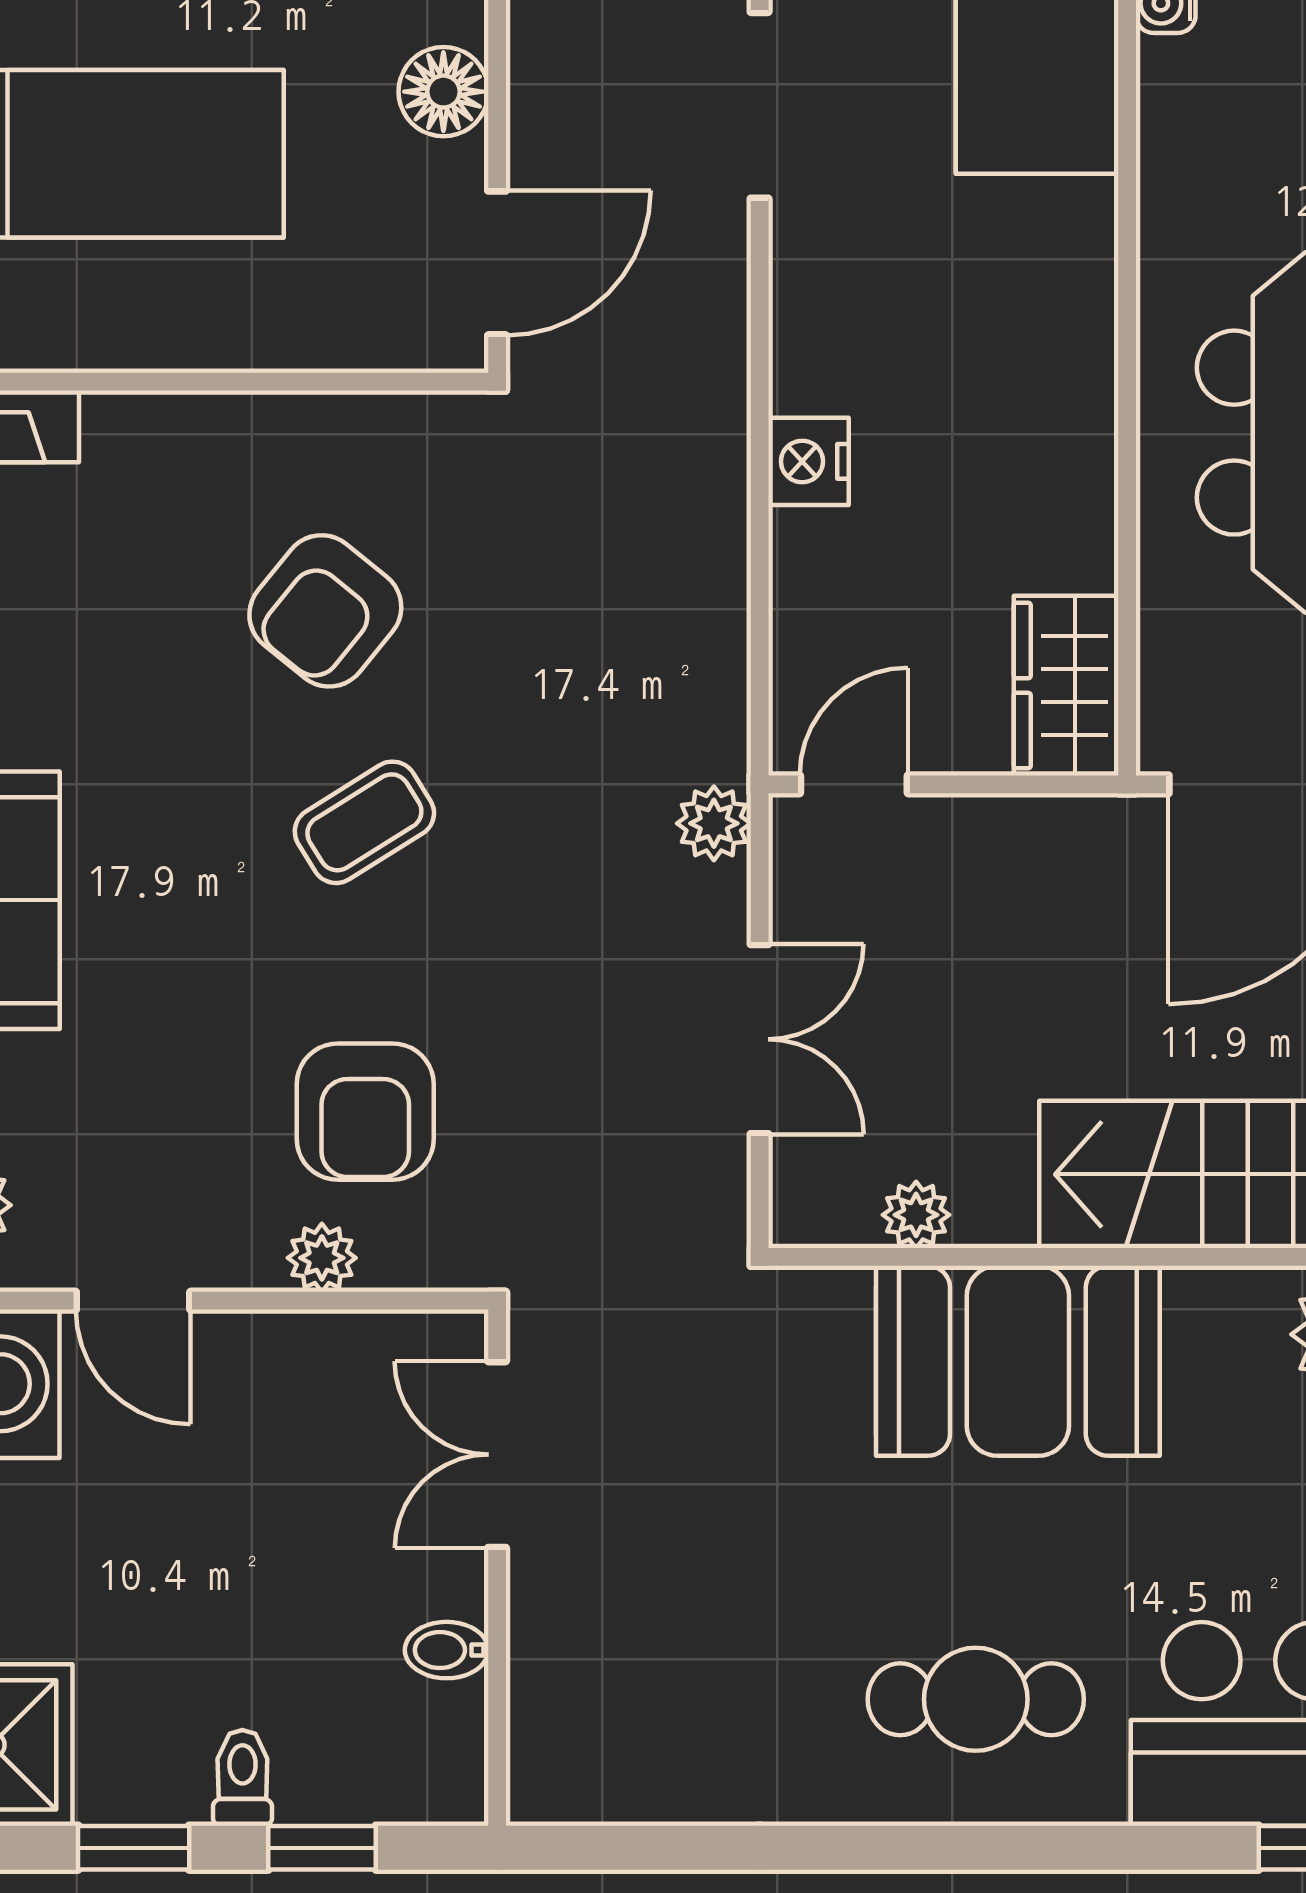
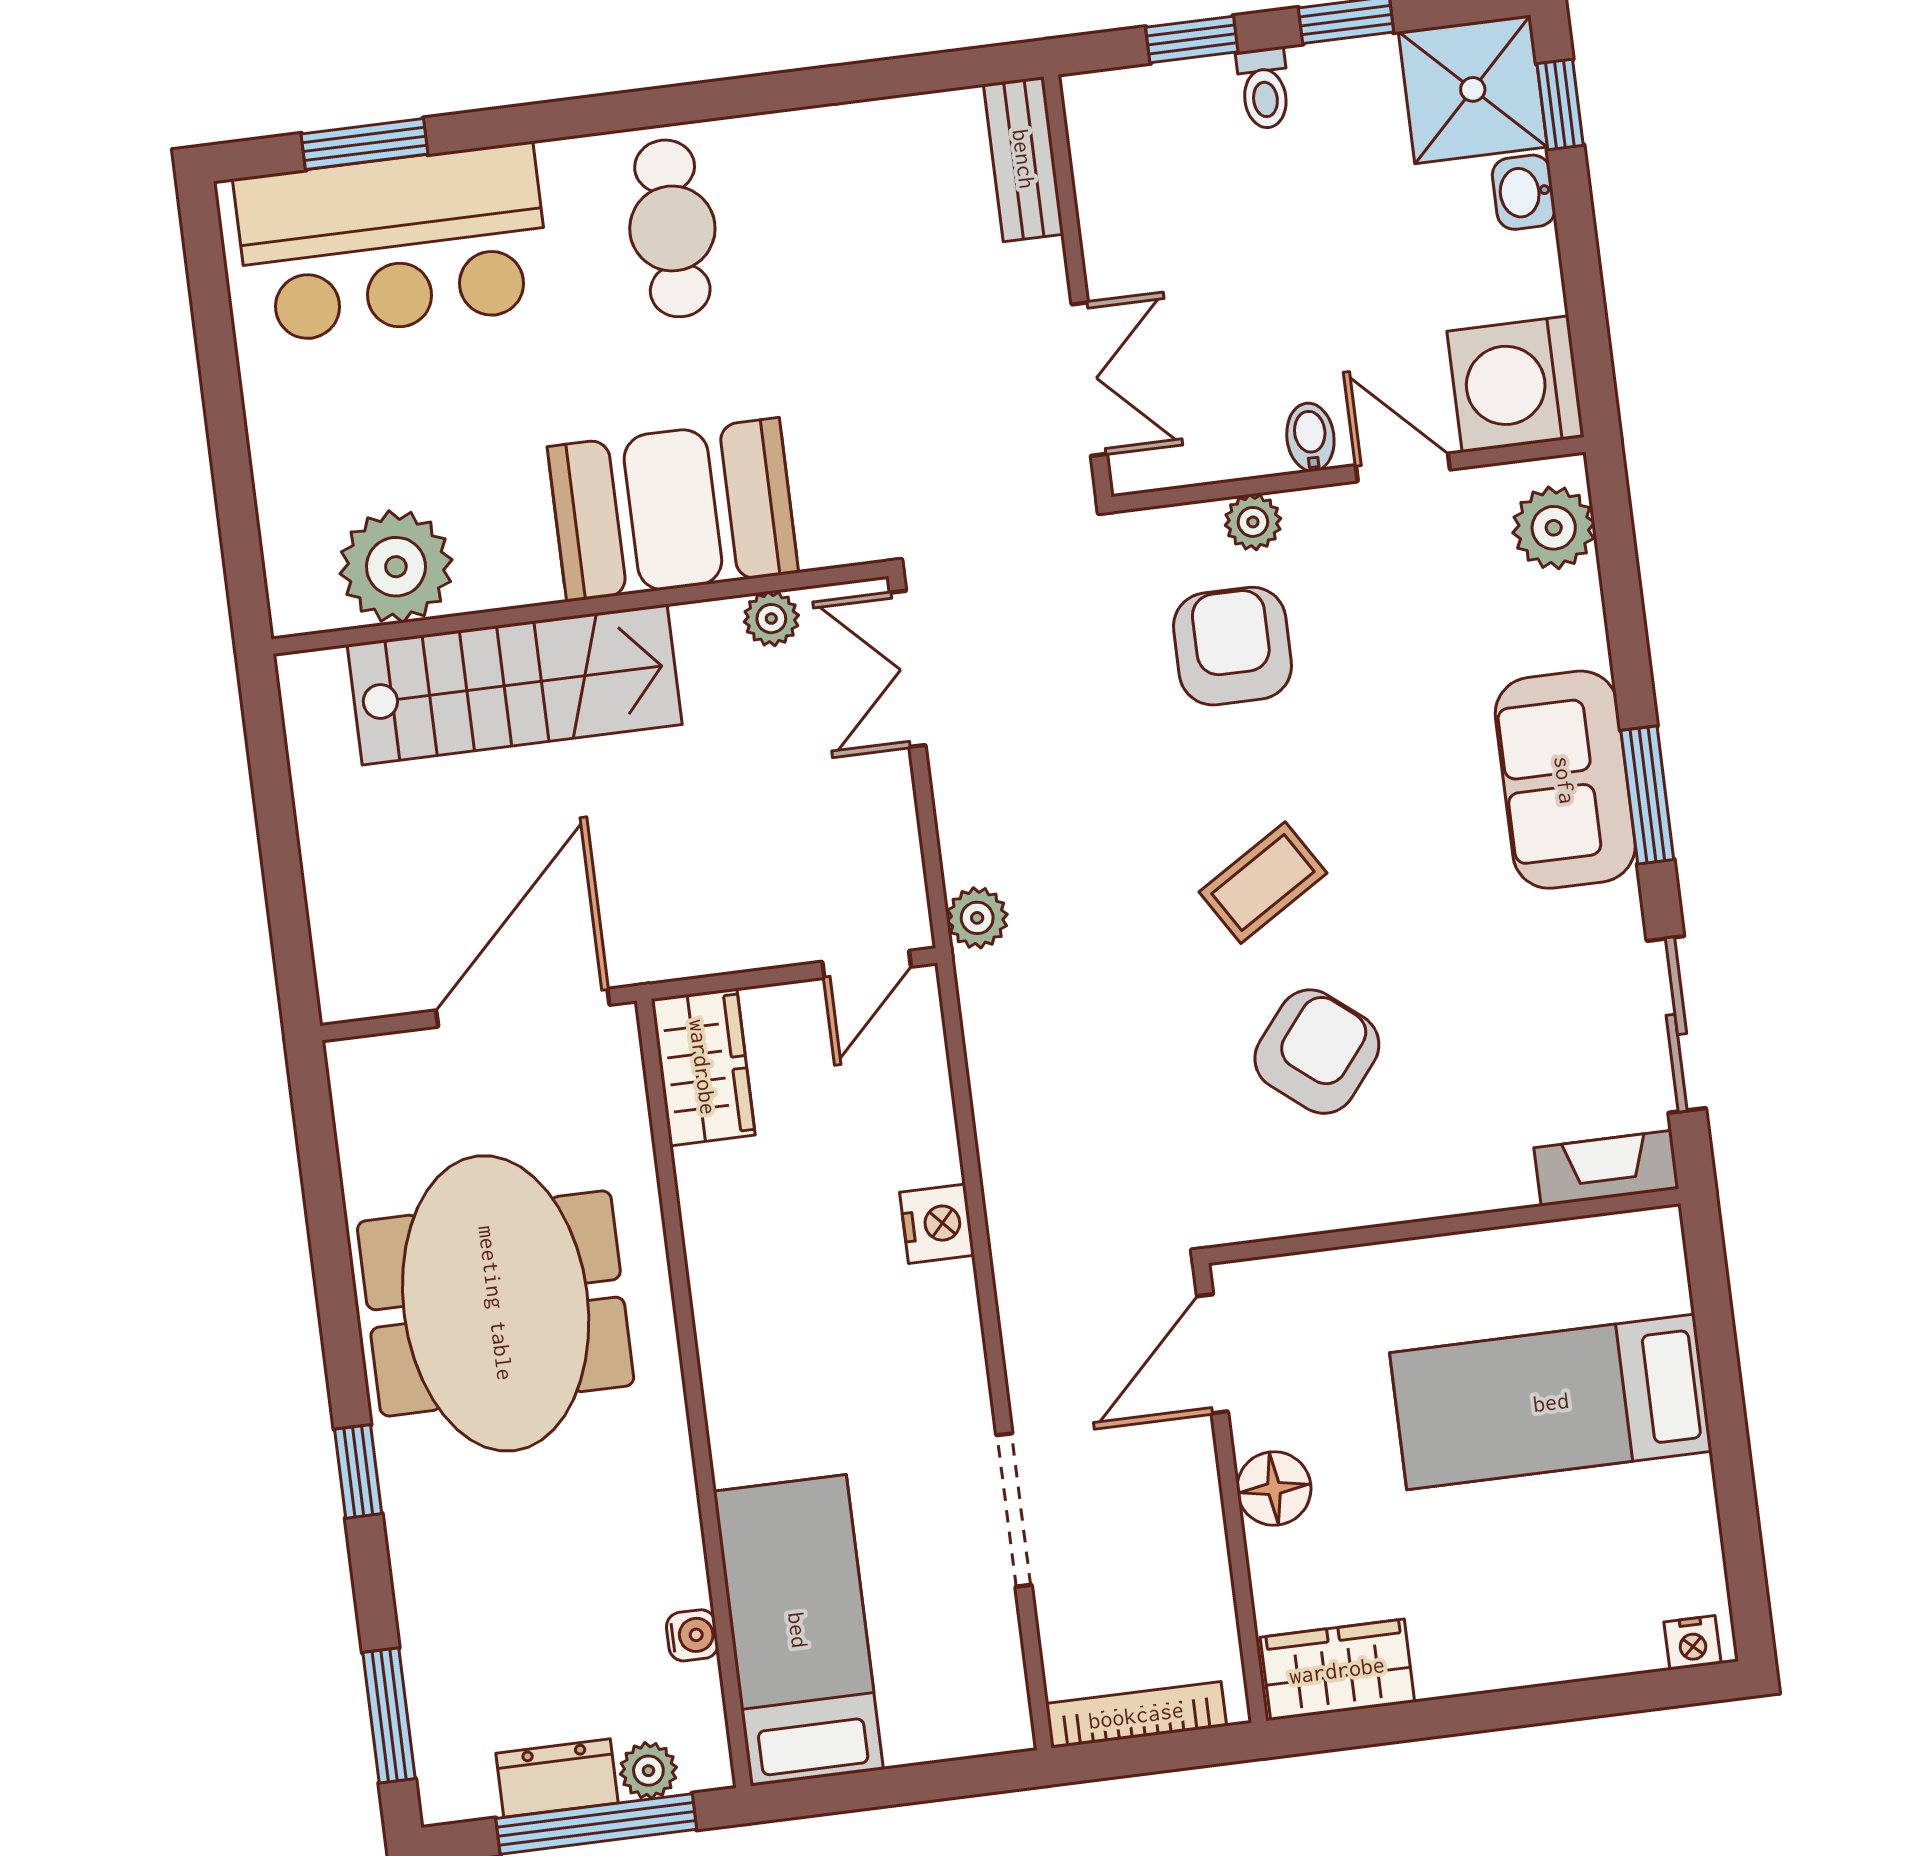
double door: (760, 1039) -> (908, 669), moved
bidet: (447, 1650) -> (1310, 437), moved, turned -90
cafe table: (976, 1699) -> (672, 228), turned 90
bench: (543, 1729) -> (1024, 159), added

